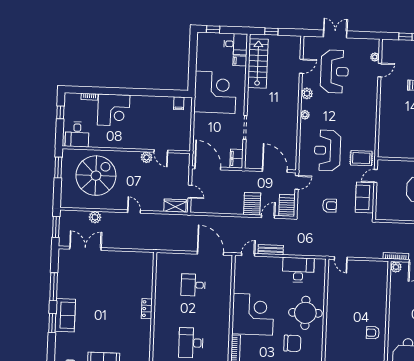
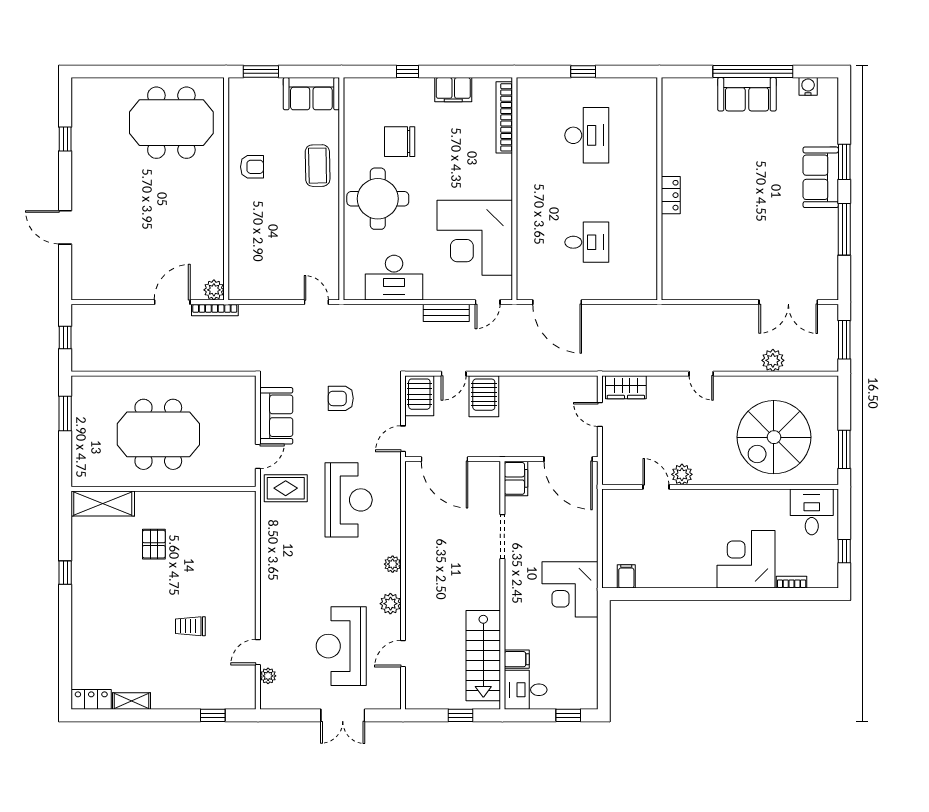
corner desk: (215, 92) -> (570, 589), width x0.74, depth x0.74
corner desk: (253, 314) -> (475, 238), moved
coffee table: (337, 332) -> (318, 166), added

